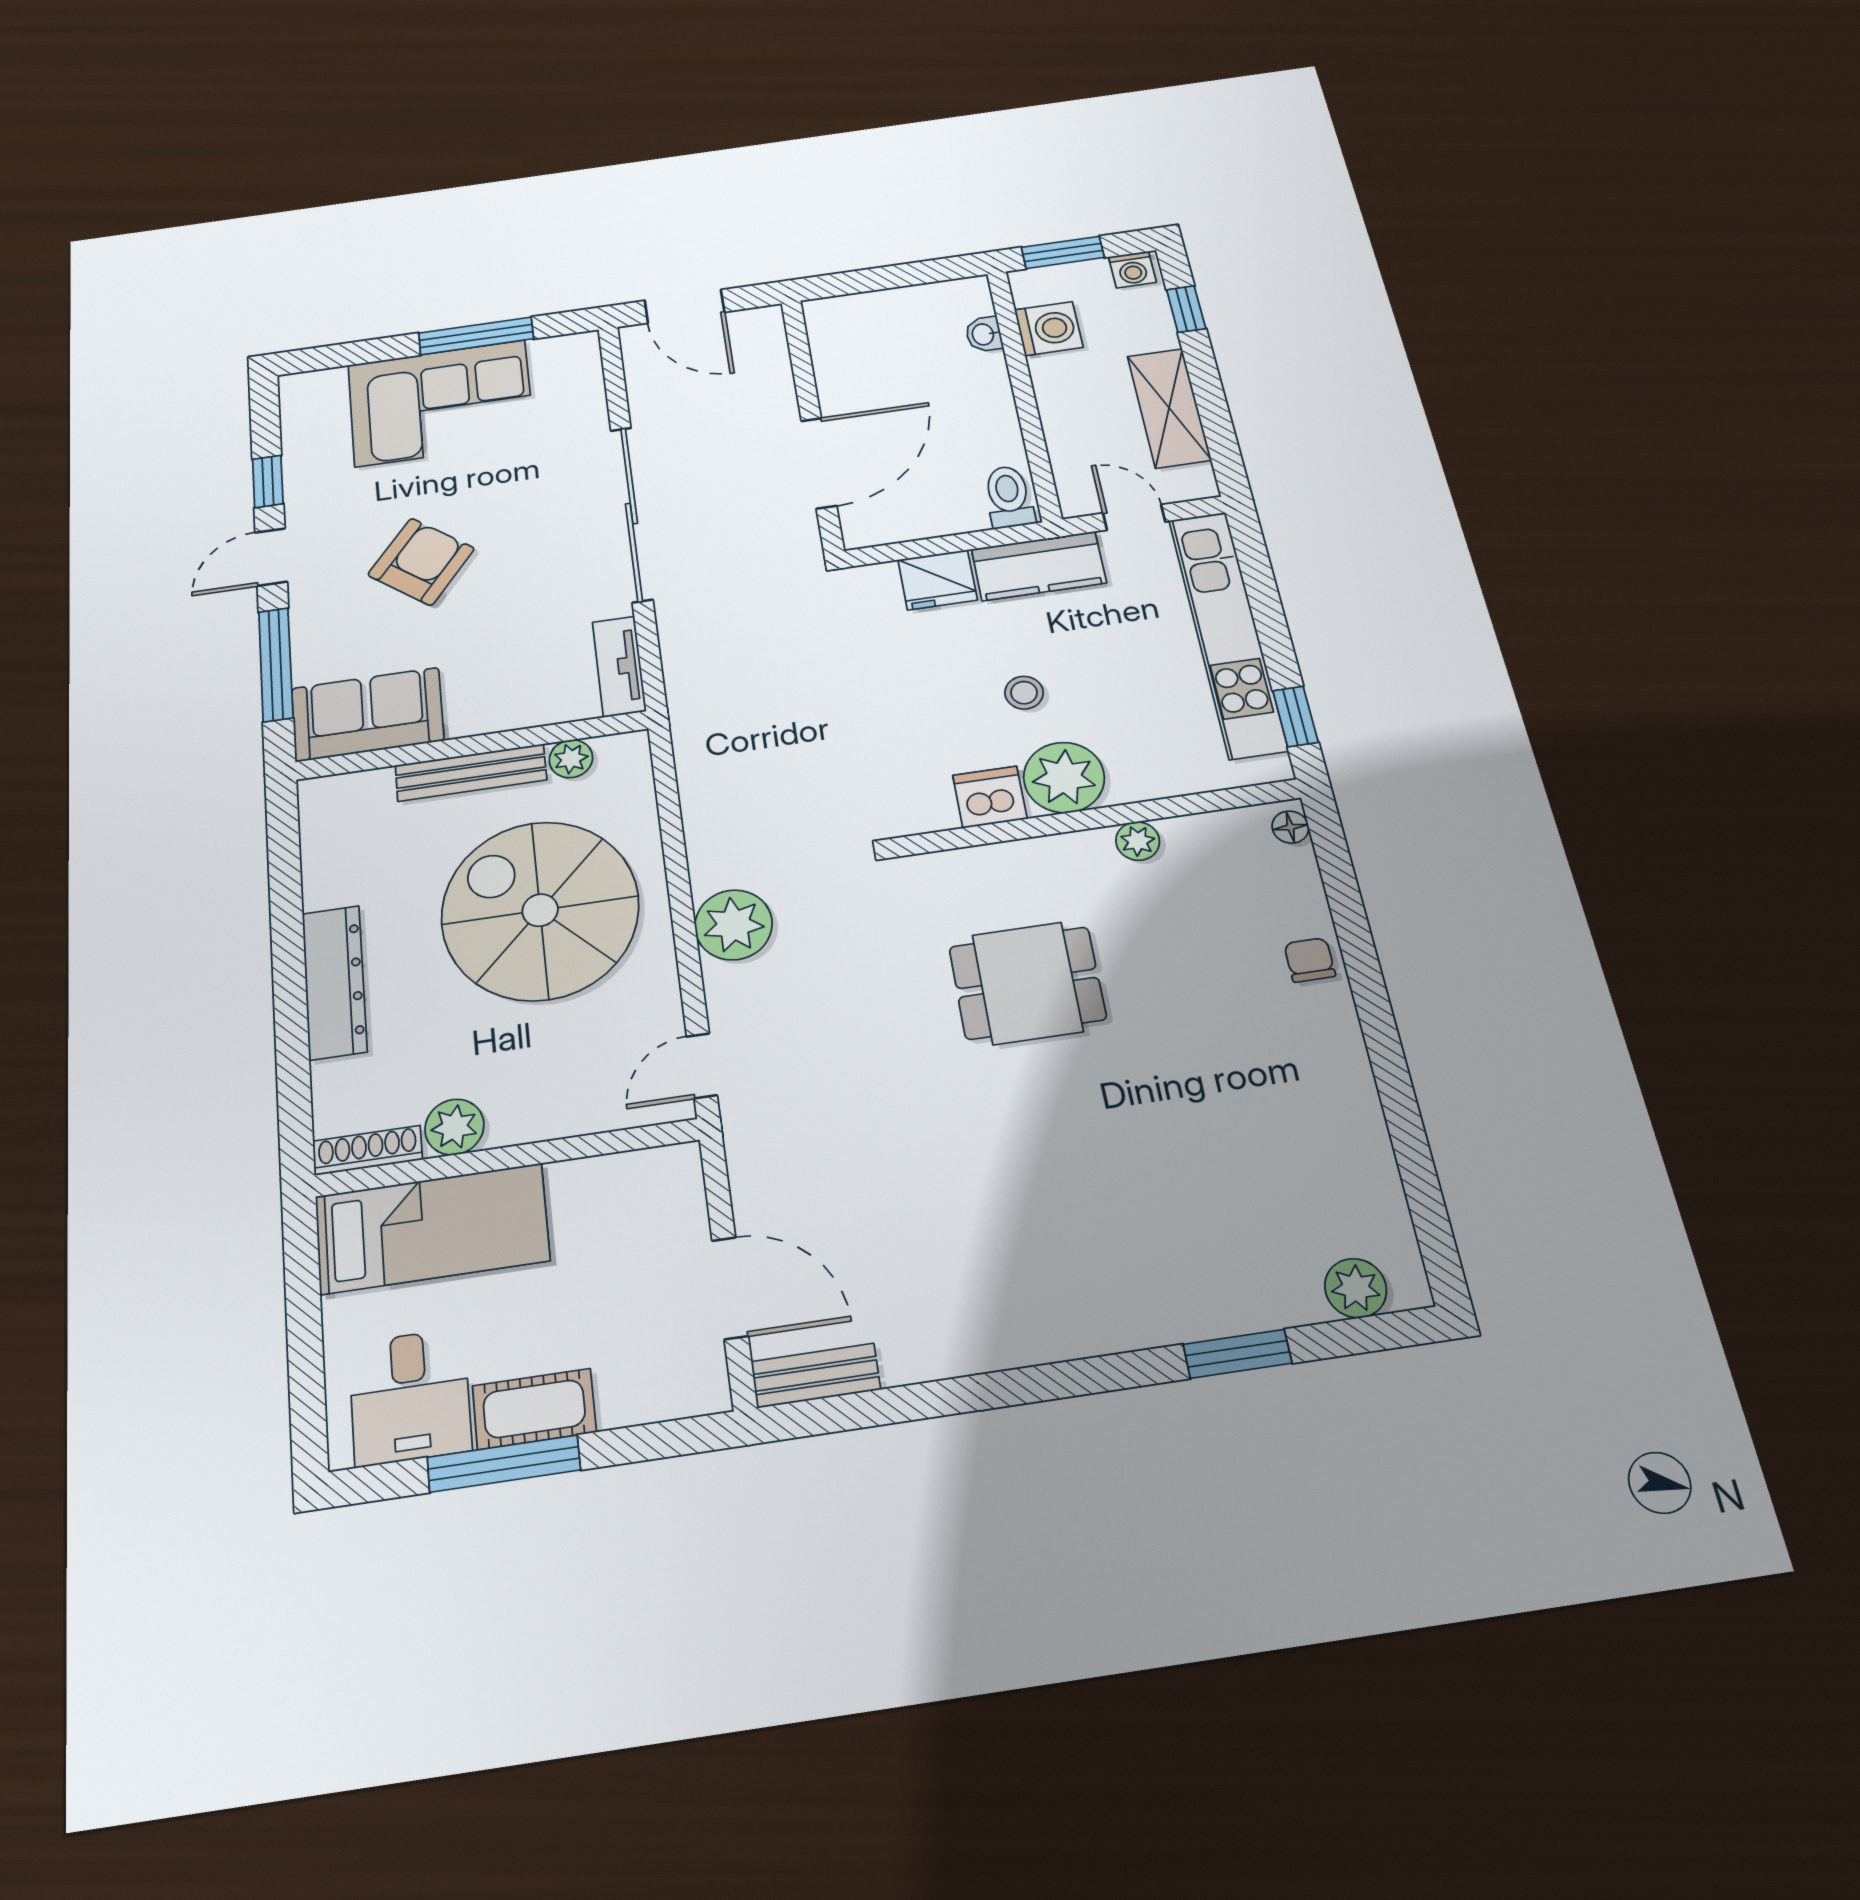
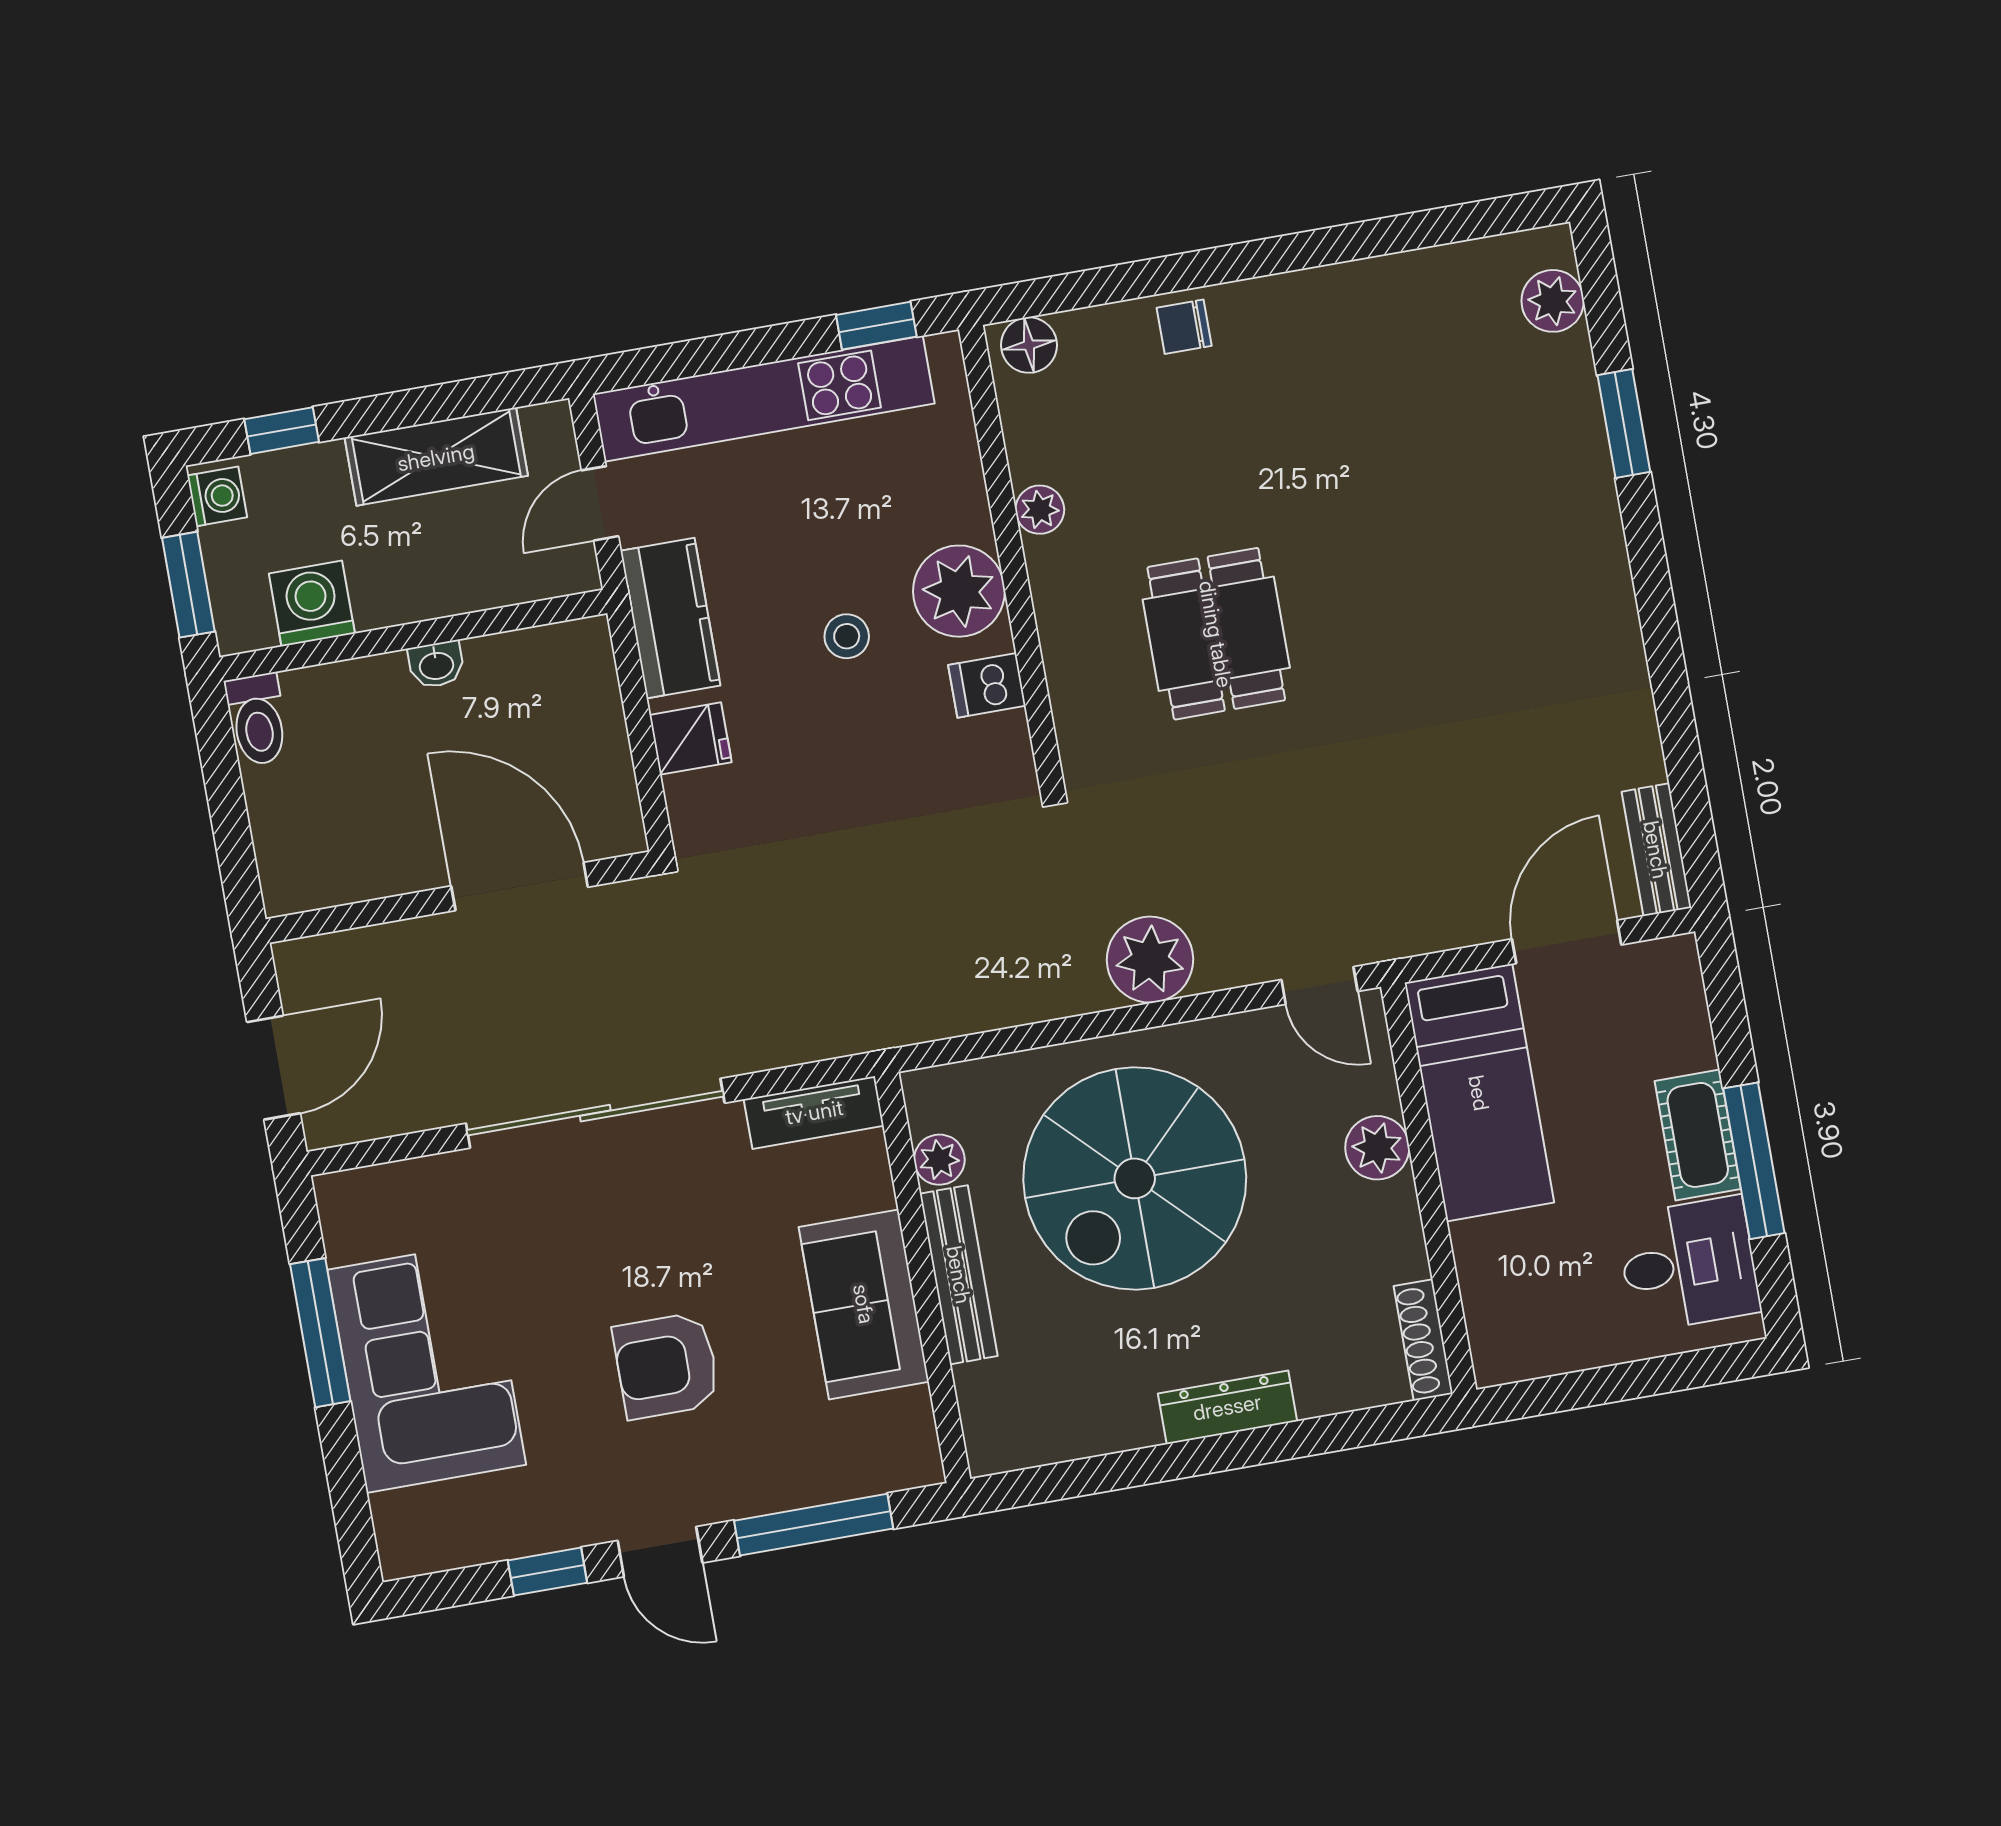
washbasin: (984, 334) -> (436, 665), moved
toilet: (1009, 497) -> (257, 720), moved, turned -90
armchair: (421, 562) -> (666, 1366), turned -38
fridge: (938, 580) -> (690, 739), width x0.72
sofa: (367, 714) -> (864, 1304), moved
dishwasher: (990, 797) -> (987, 685), width x0.73
floor lamp: (1290, 827) -> (1029, 345), width x1.37, depth x1.37
dresser: (334, 982) -> (1227, 1407), width x0.73, depth x0.80
plant: (454, 1127) -> (1377, 1148), moved
bed: (432, 1228) -> (1479, 1093), moved, turned 180

